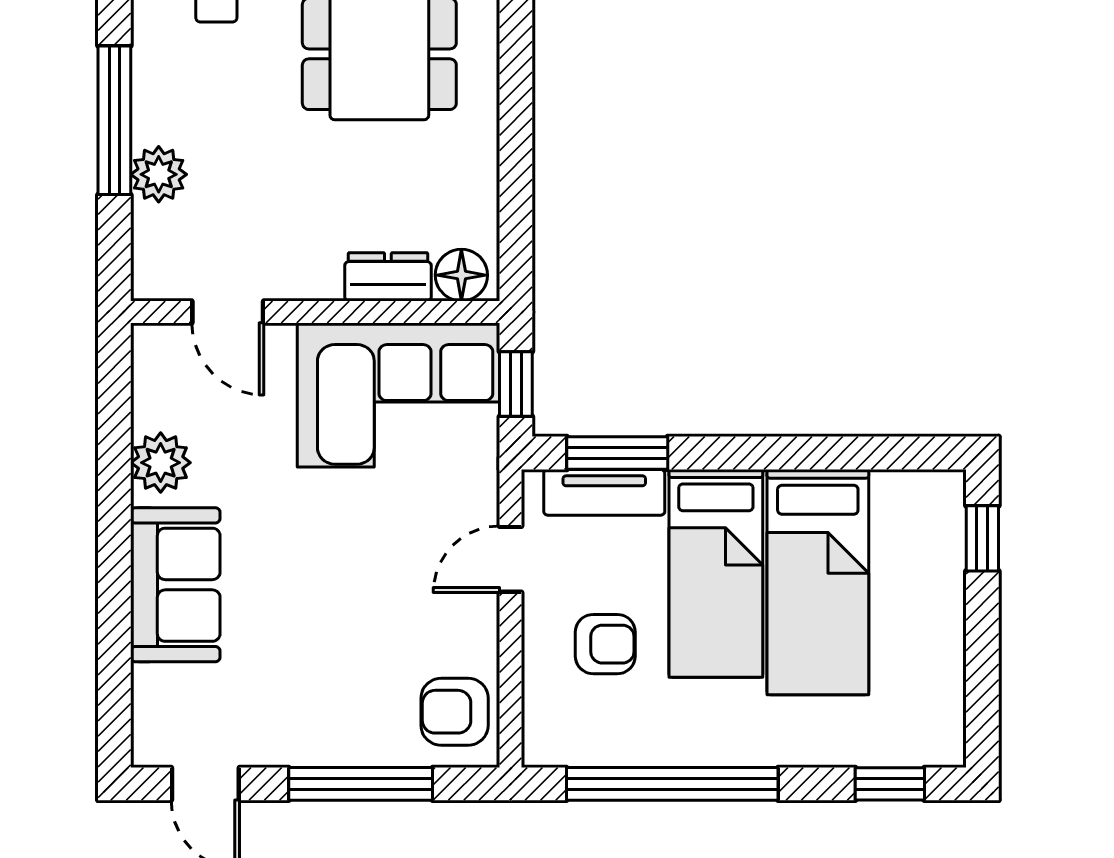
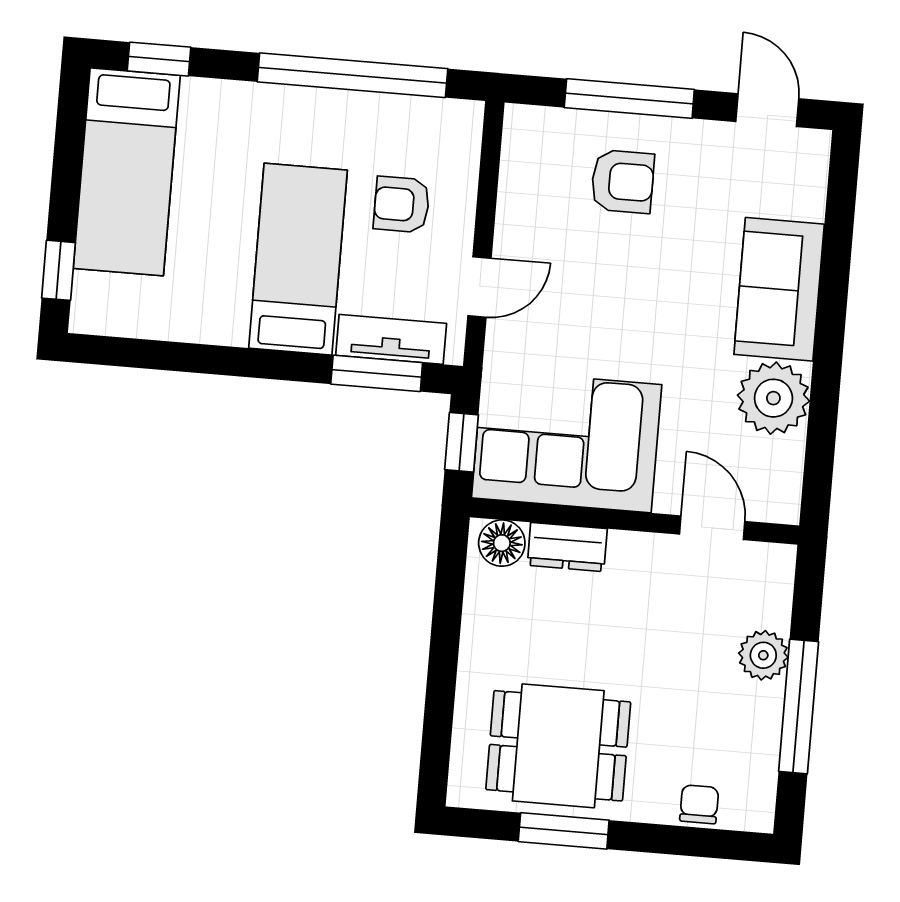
plant: (161, 463) -> (773, 398), width x1.36, depth x1.36
bed: (818, 582) -> (127, 172), moved, turned 180
armchair: (455, 712) -> (623, 181), moved

